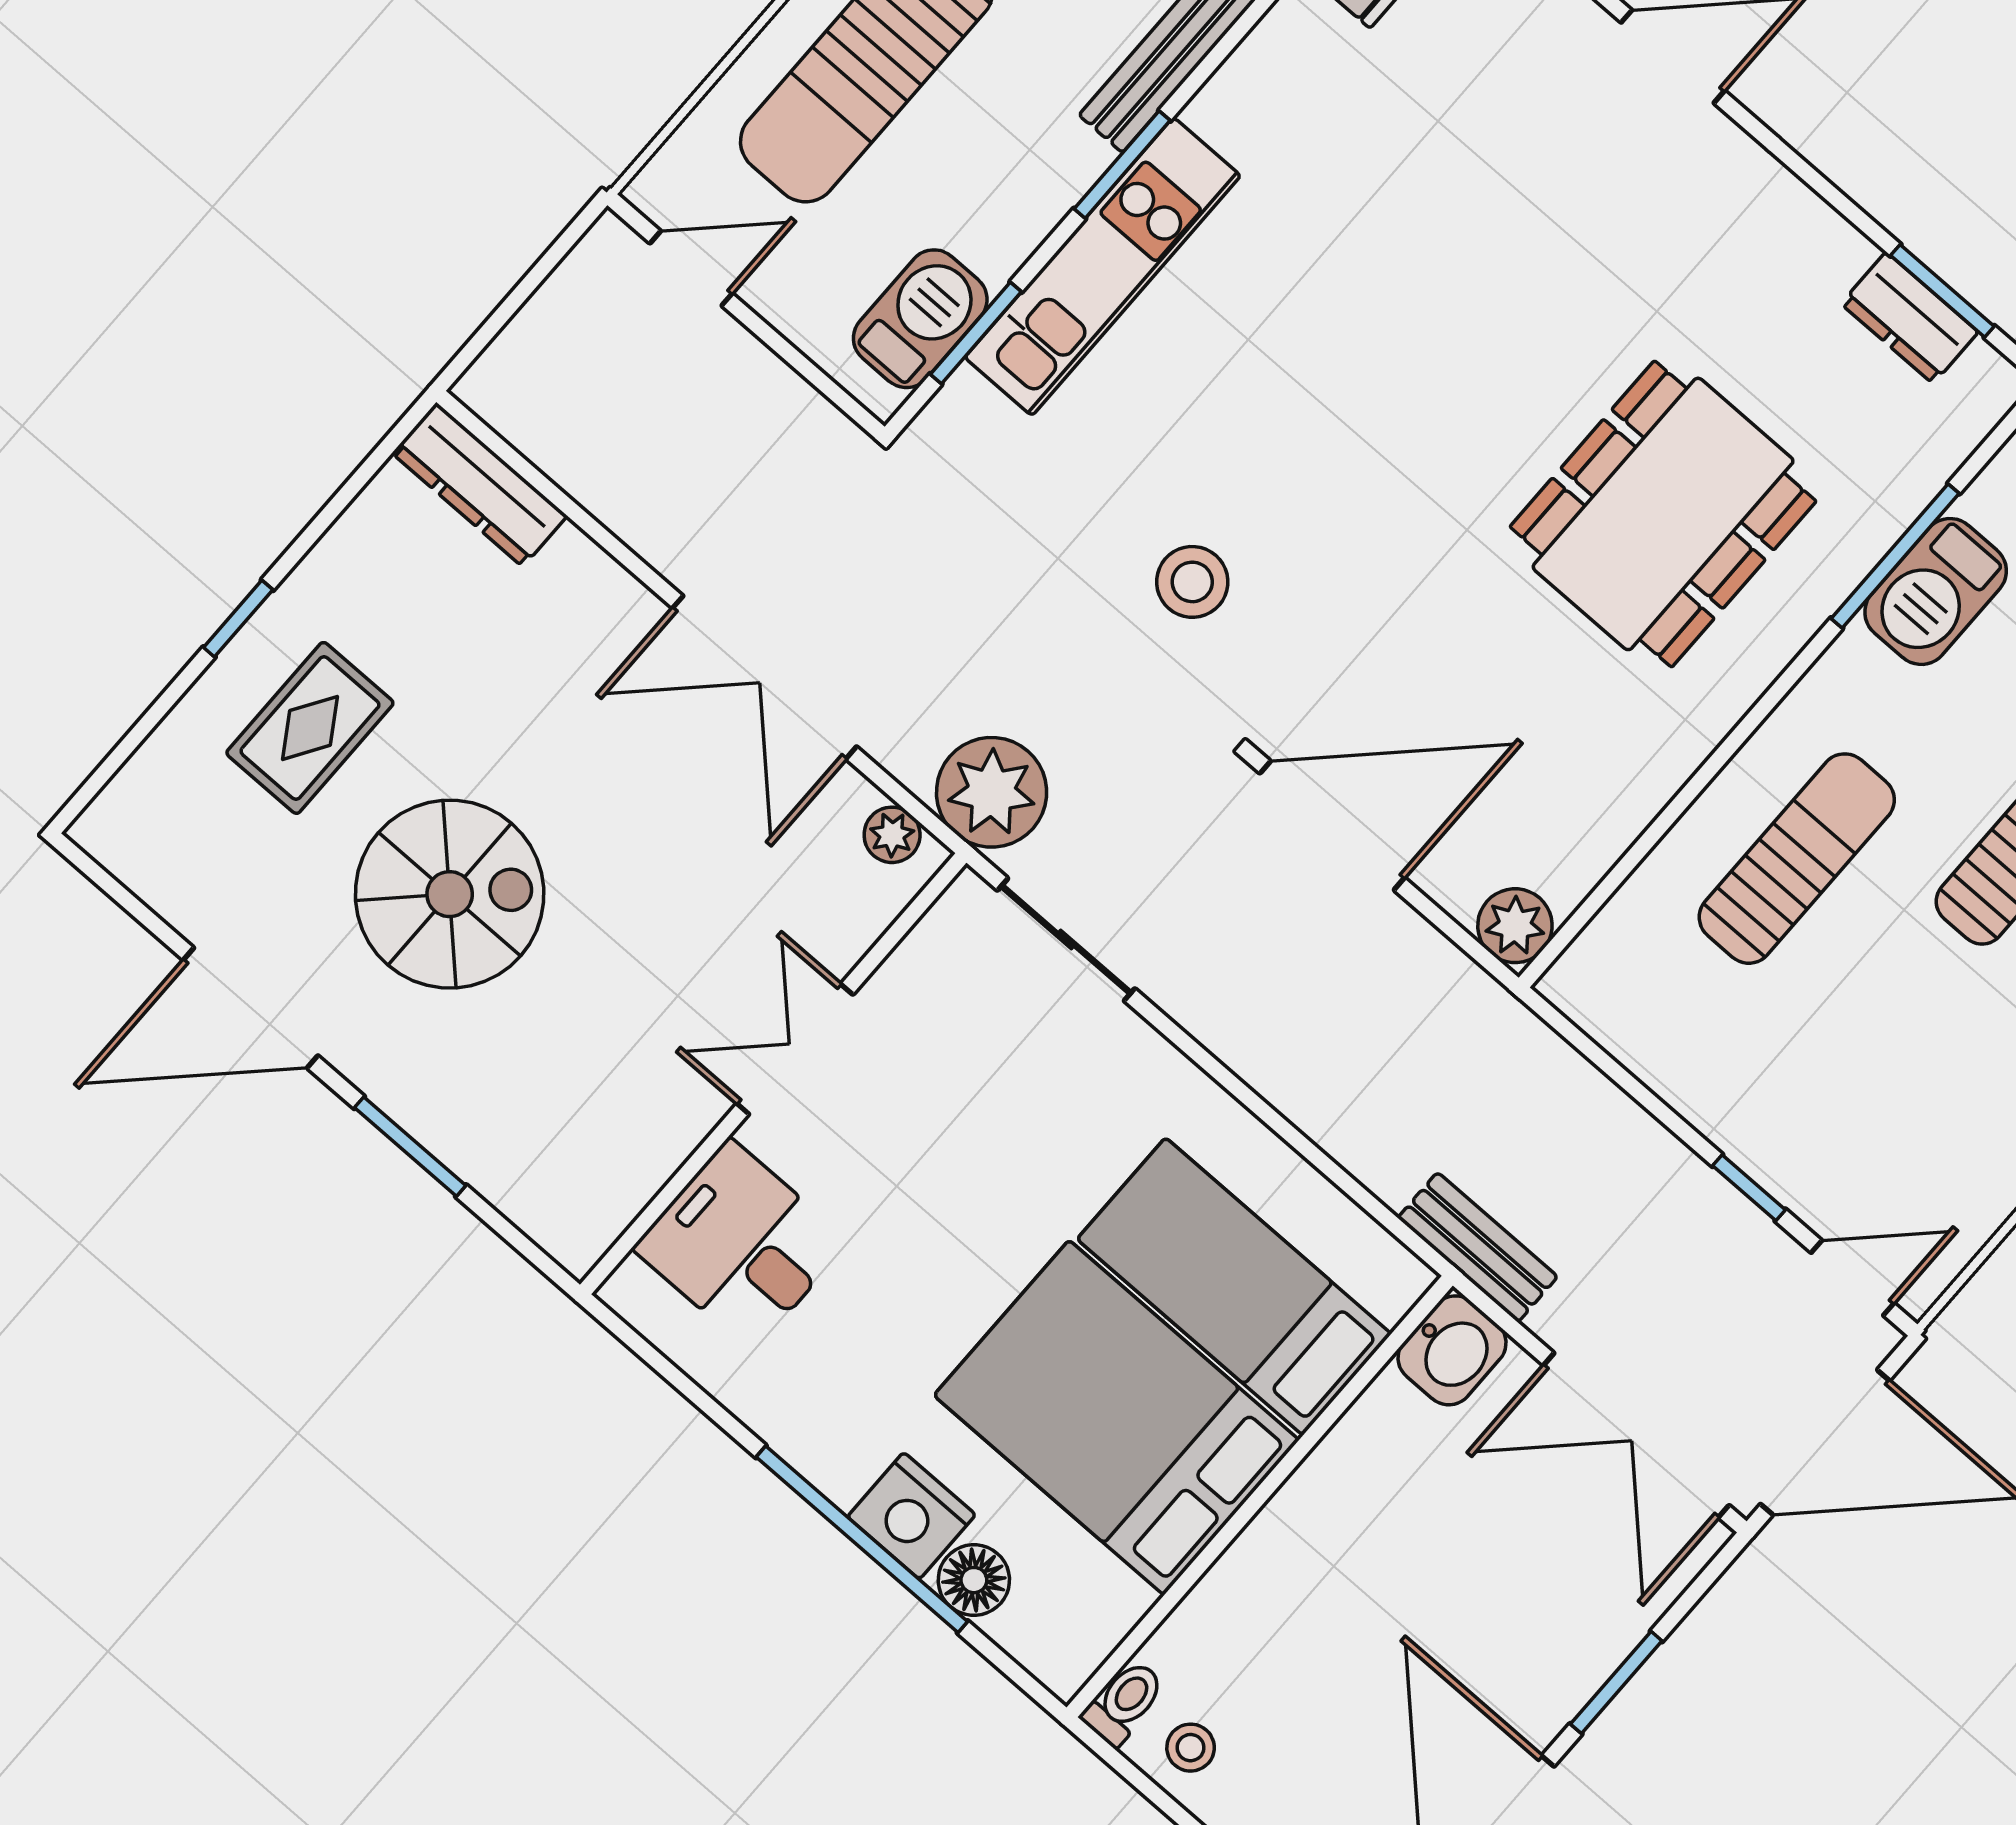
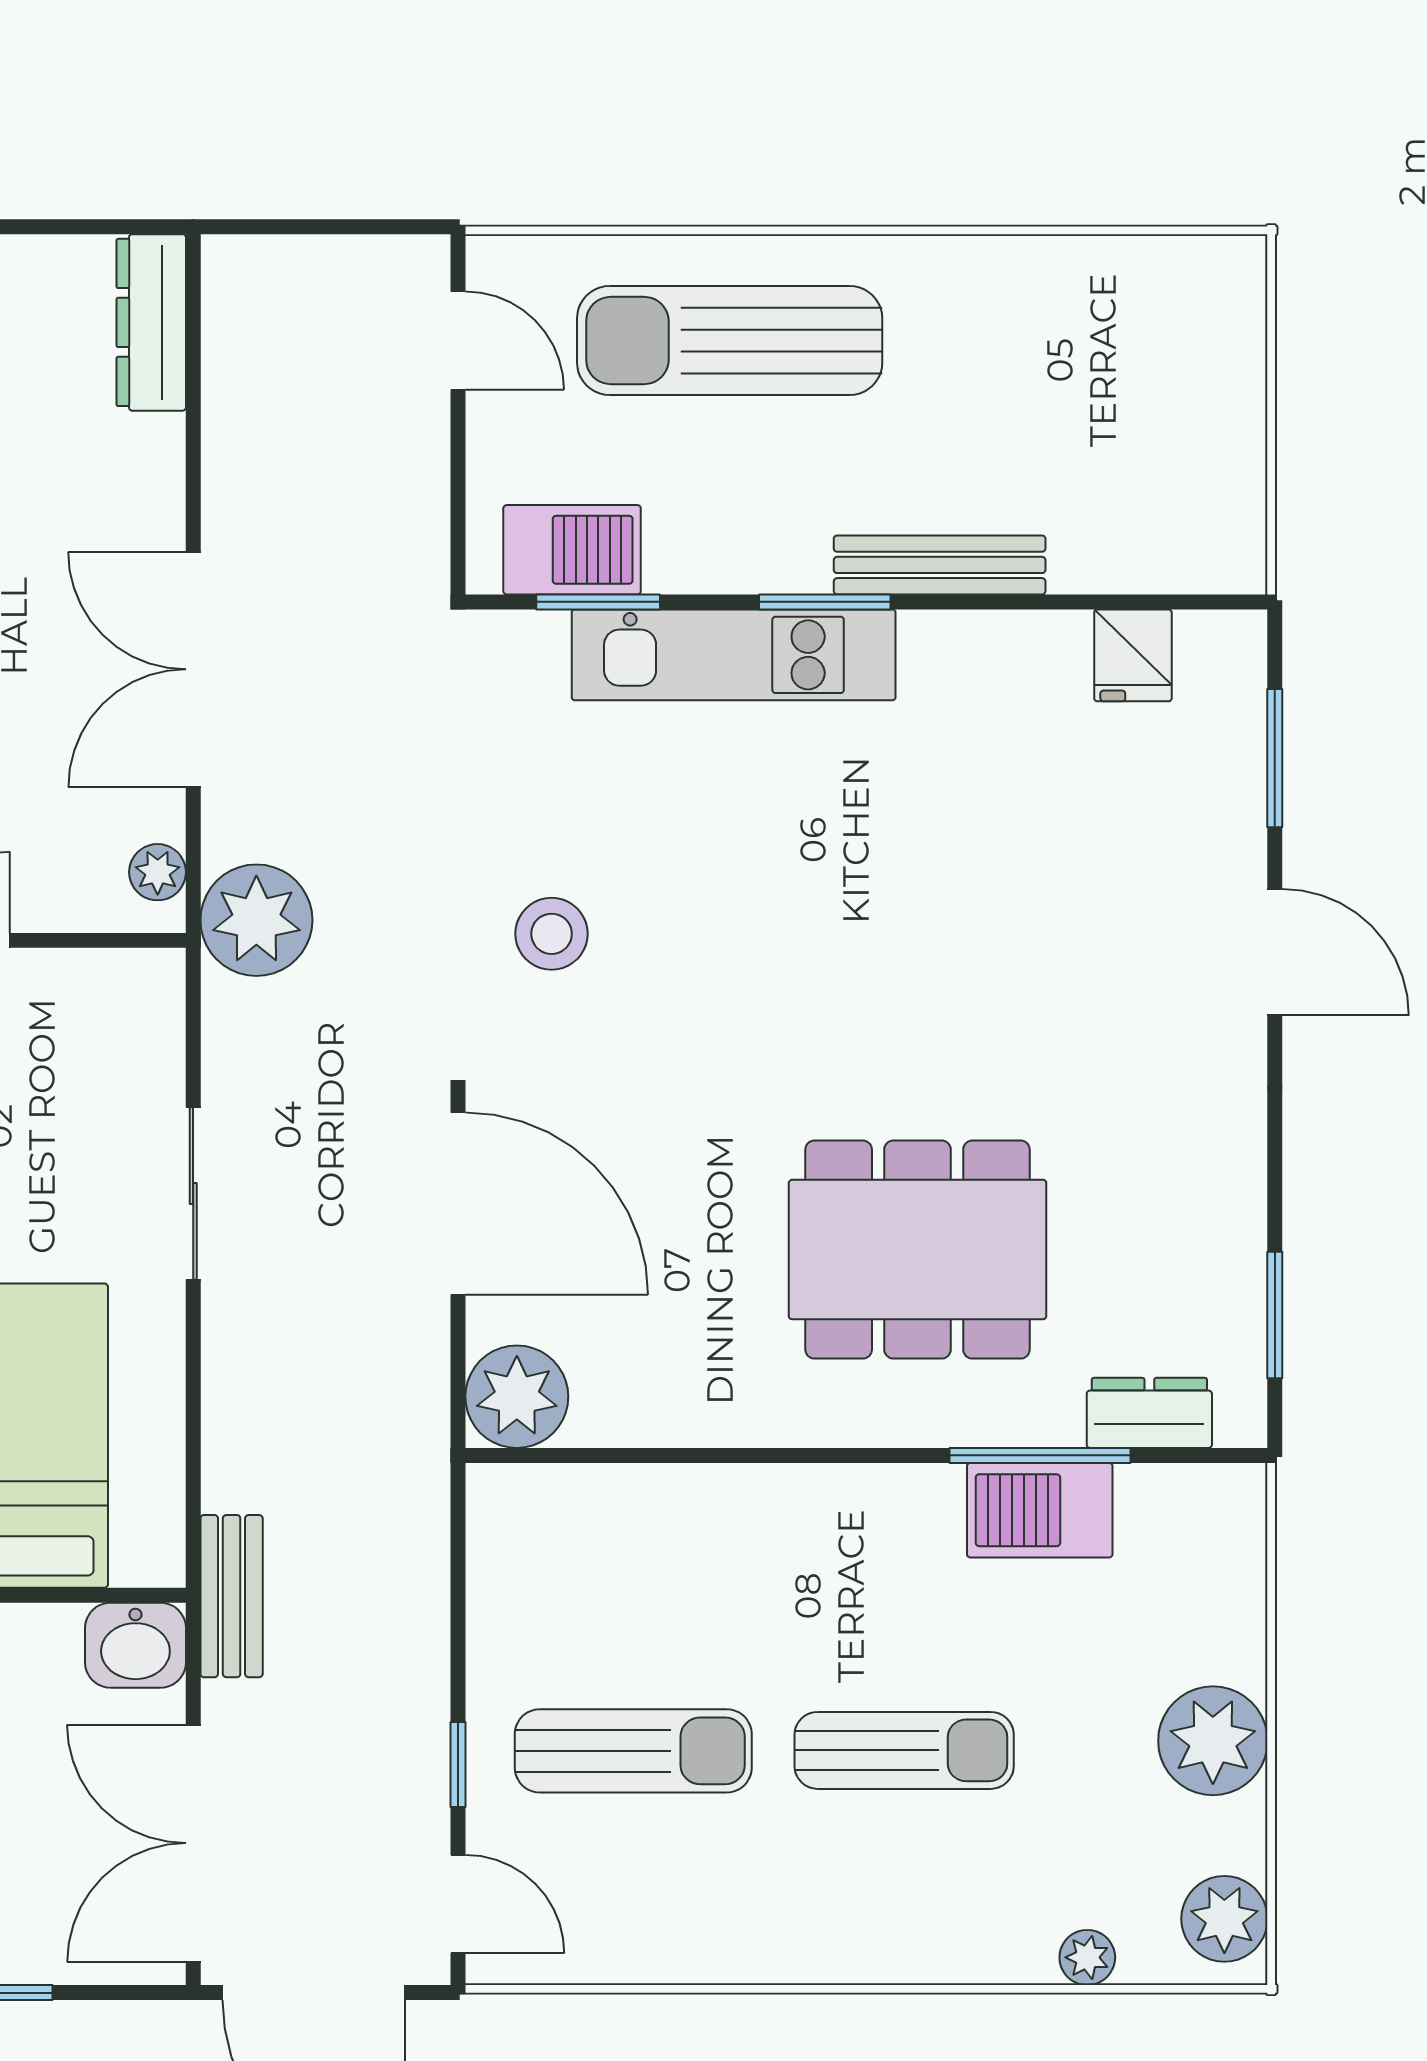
dresser: (1910, 318) -> (1149, 1413), moved, turned 90
sun lounger: (1797, 859) -> (633, 1751), moved
plant: (1515, 926) -> (517, 1397), width x1.36, depth x1.36
sliding door: (1066, 940) -> (193, 1194), moved

